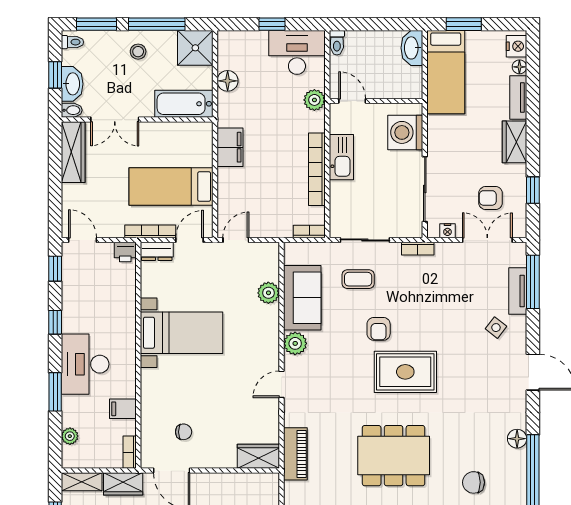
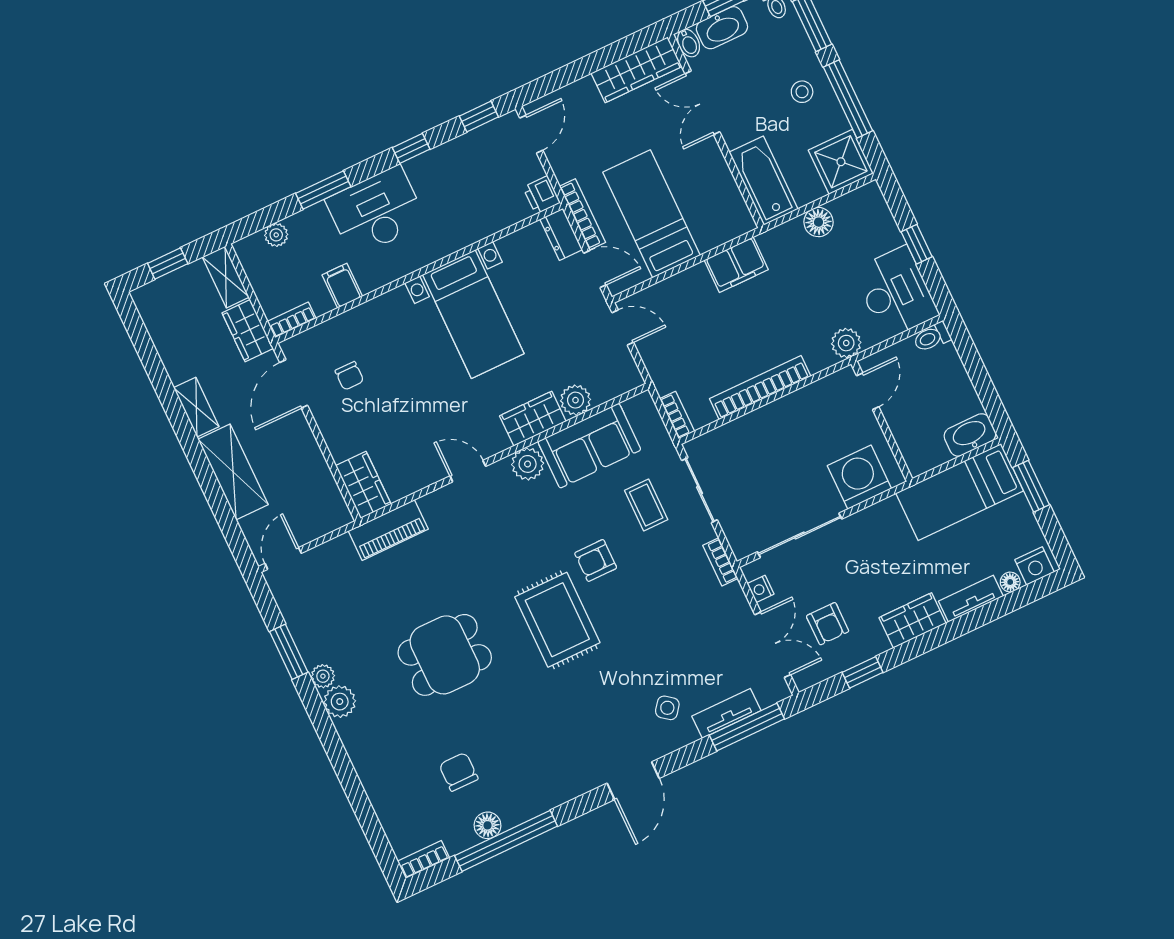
kitchen sink: (341, 157) -> (790, 411), removed
armchair: (491, 198) -> (828, 624), turned 180
wardrobe: (267, 326) -> (533, 419), added
floor lamp: (517, 439) -> (487, 825), moved
dining table: (394, 456) -> (445, 655), width x0.73

